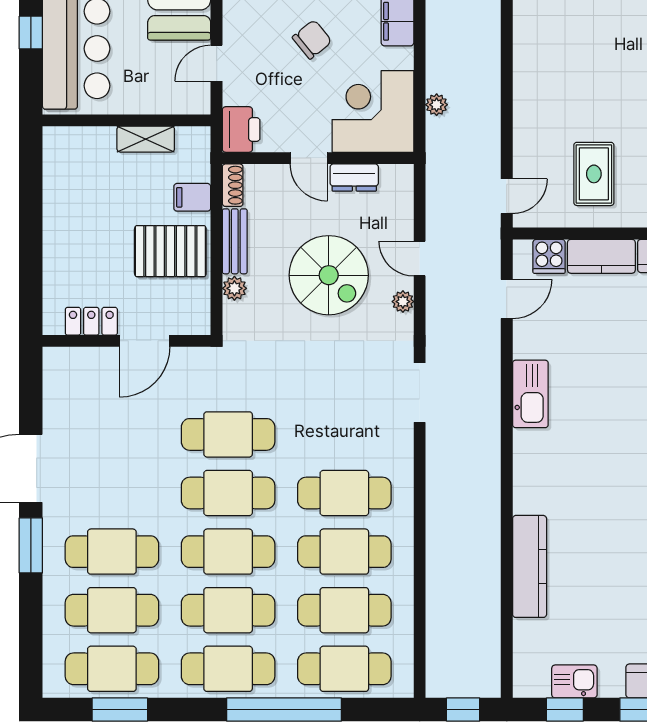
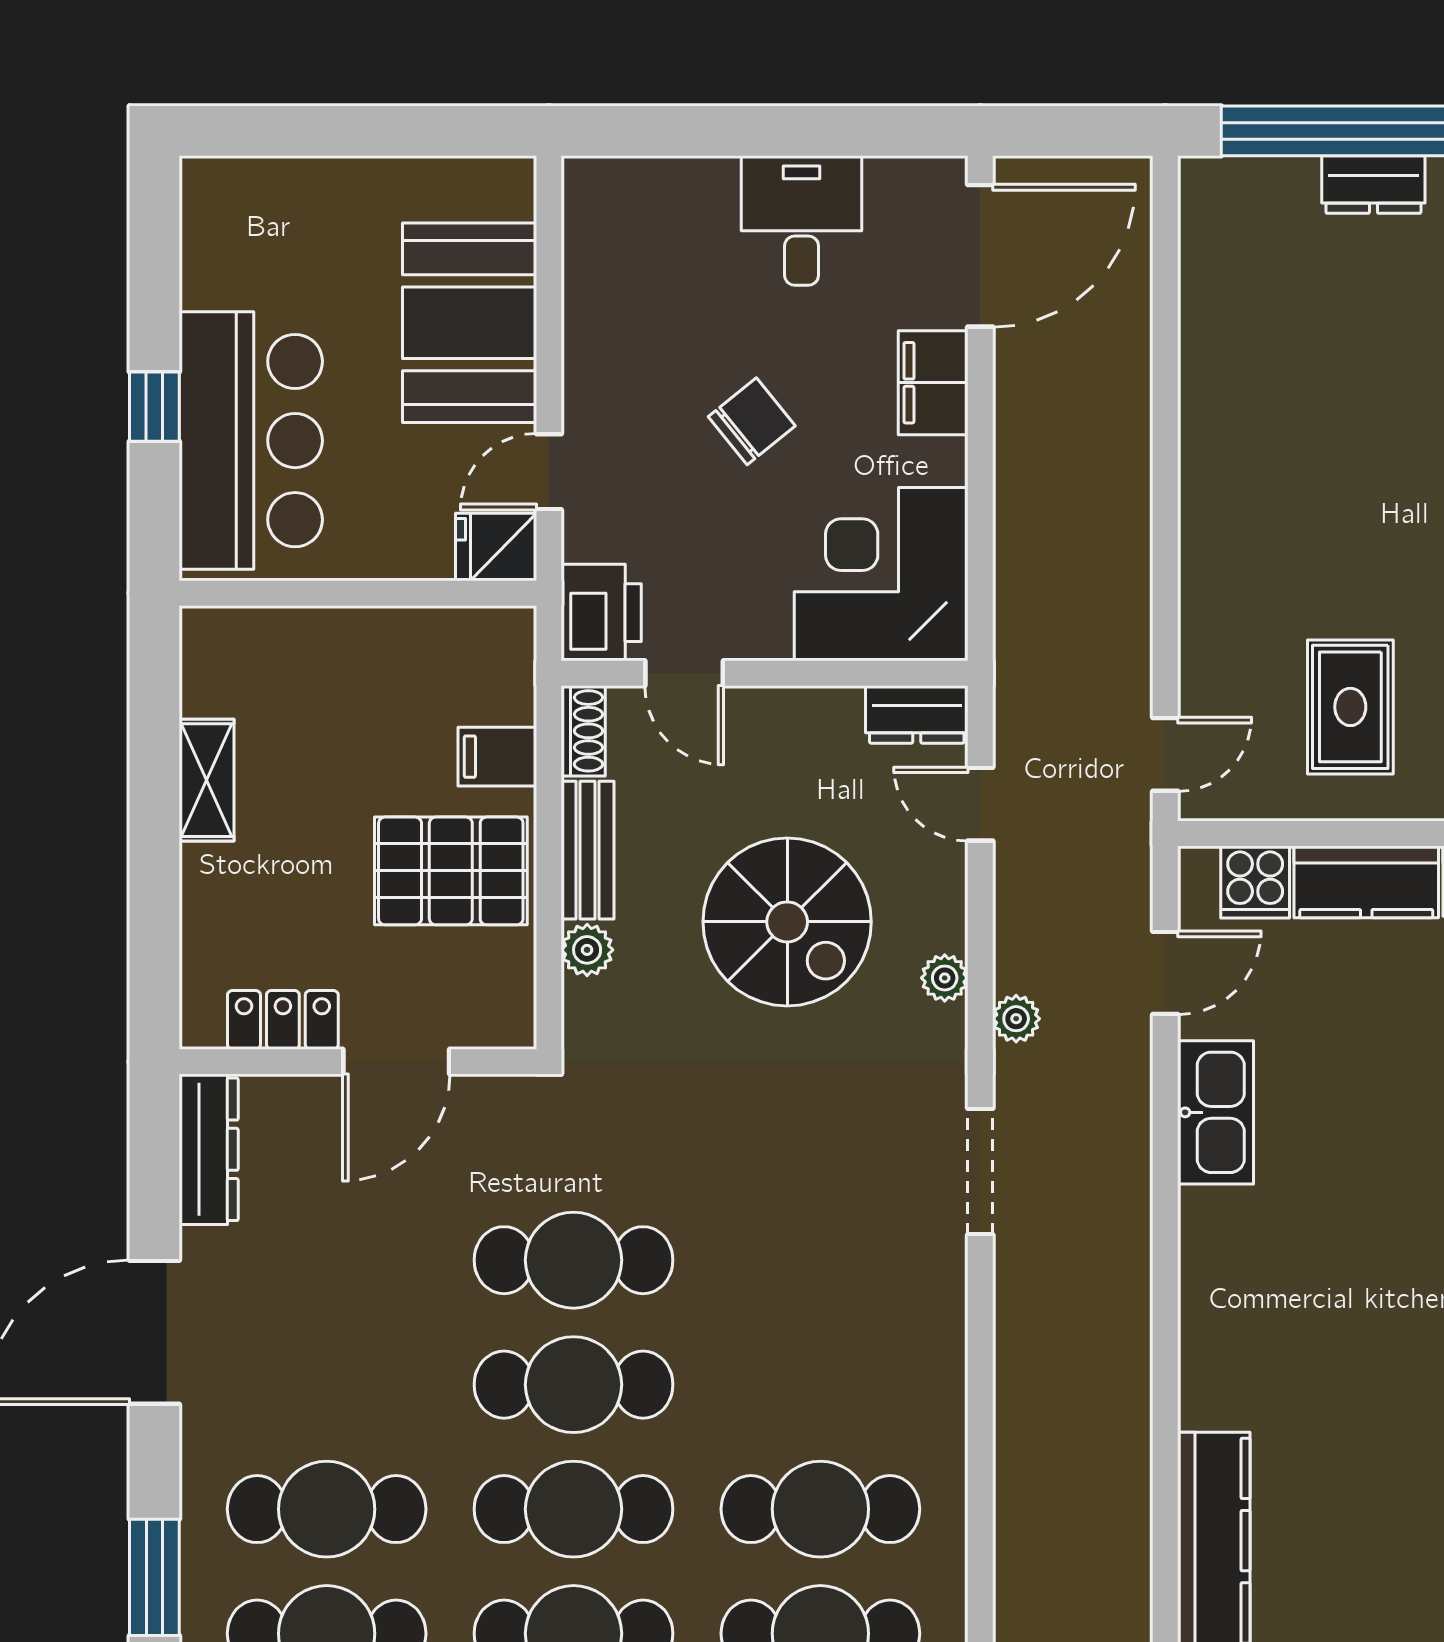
fridge: (192, 99) -> (496, 547), added
plant: (437, 105) -> (1016, 1019), moved
shelving: (146, 139) -> (206, 780), moved, turned 90
door: (309, 158) -> (684, 673), moved
dresser: (354, 177) -> (917, 714), moved
door: (420, 259) -> (980, 804), moved
dresser: (56, 382) -> (209, 1149), added
kitchen sink: (530, 394) -> (1215, 1112), moved
cafe table: (344, 493) -> (820, 1385), removed
window: (31, 545) -> (154, 1577), moved

